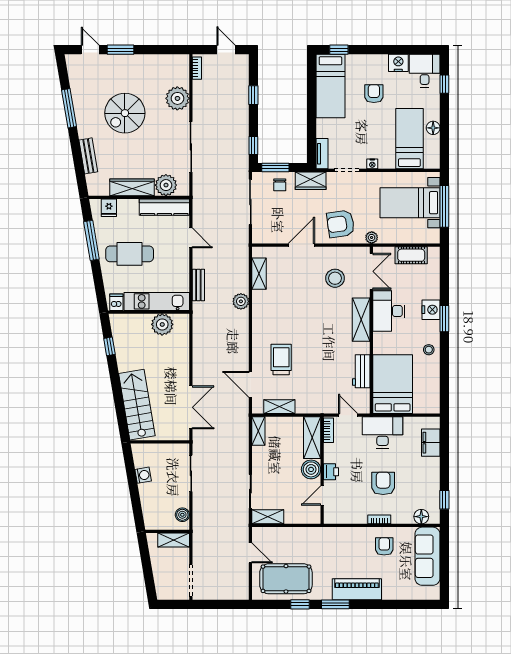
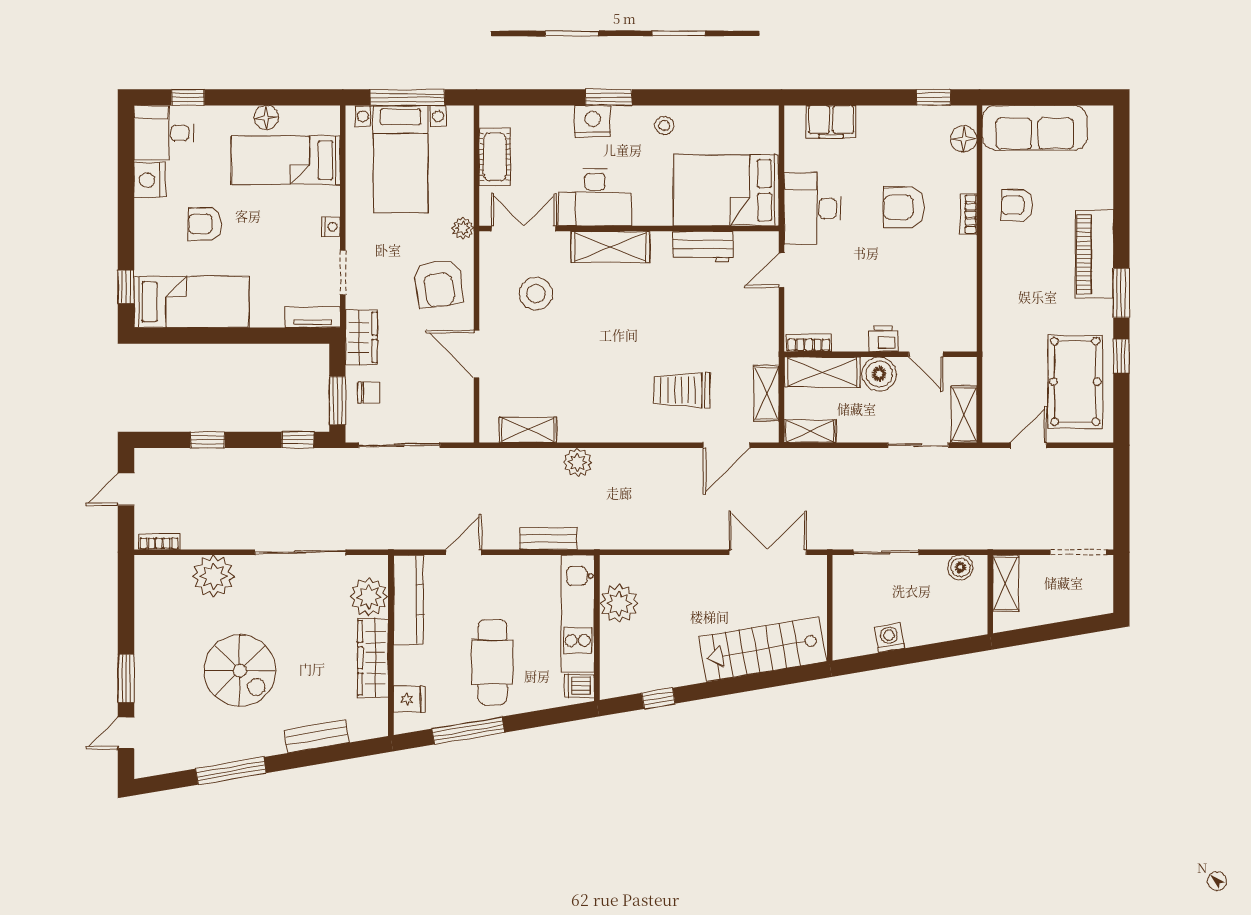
bookcase: (329, 430) -> (809, 343), moved
shelving: (312, 438) -> (822, 372), moved
boiler: (311, 469) -> (879, 374), moved
wall: (322, 470) -> (881, 354), moved
printer: (331, 472) -> (883, 338), moved
door: (322, 496) -> (926, 354), moved

